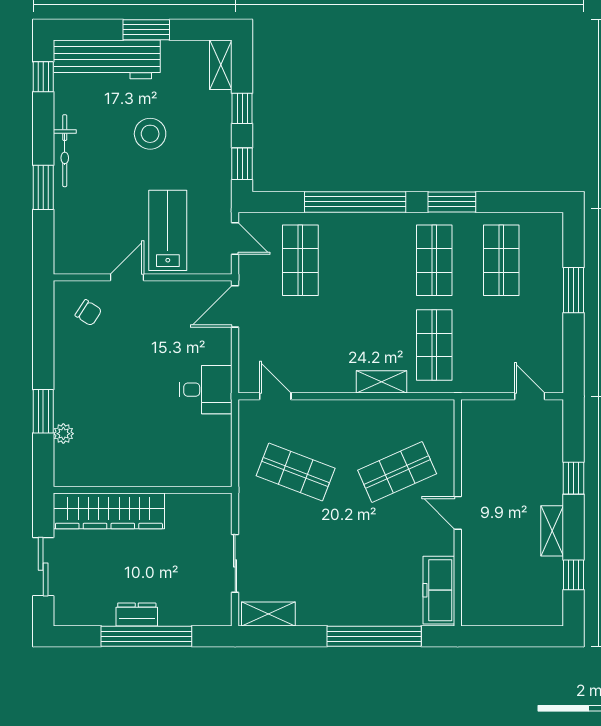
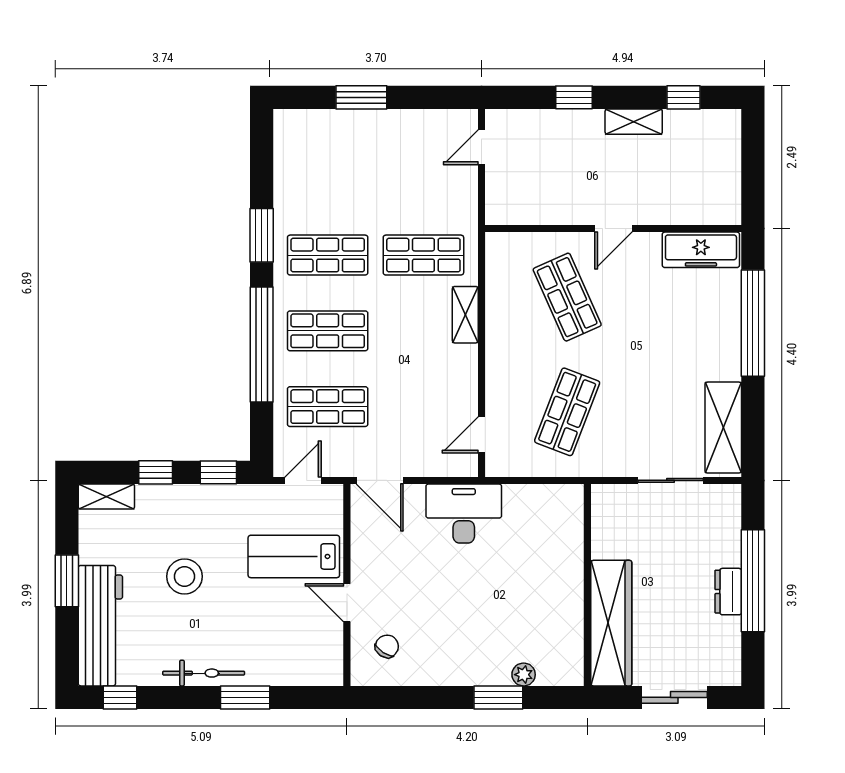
shop shelf: (501, 260) -> (328, 331), moved
desk: (206, 390) -> (464, 513), width x1.37
shelving: (268, 614) -> (723, 428), width x1.50, depth x1.33

